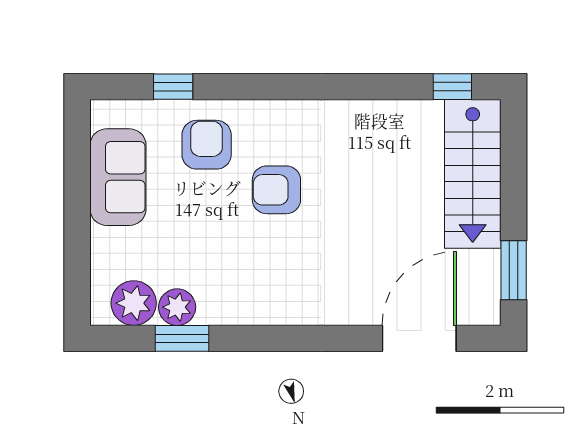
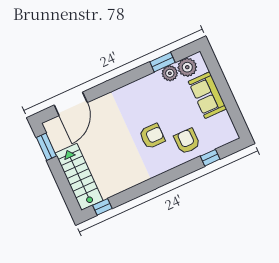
armchair: (207, 145) -> (187, 141), turned 180
sofa: (118, 177) -> (207, 95), moved

